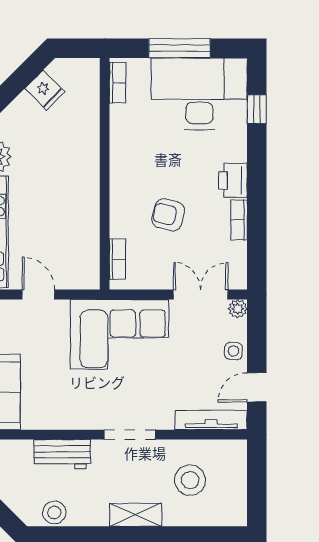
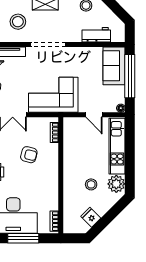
stool: (44, 156) -> (91, 184), added
doorway: (130, 435) -> (48, 44), width x1.36
workbench: (62, 454) -> (96, 35), moved

